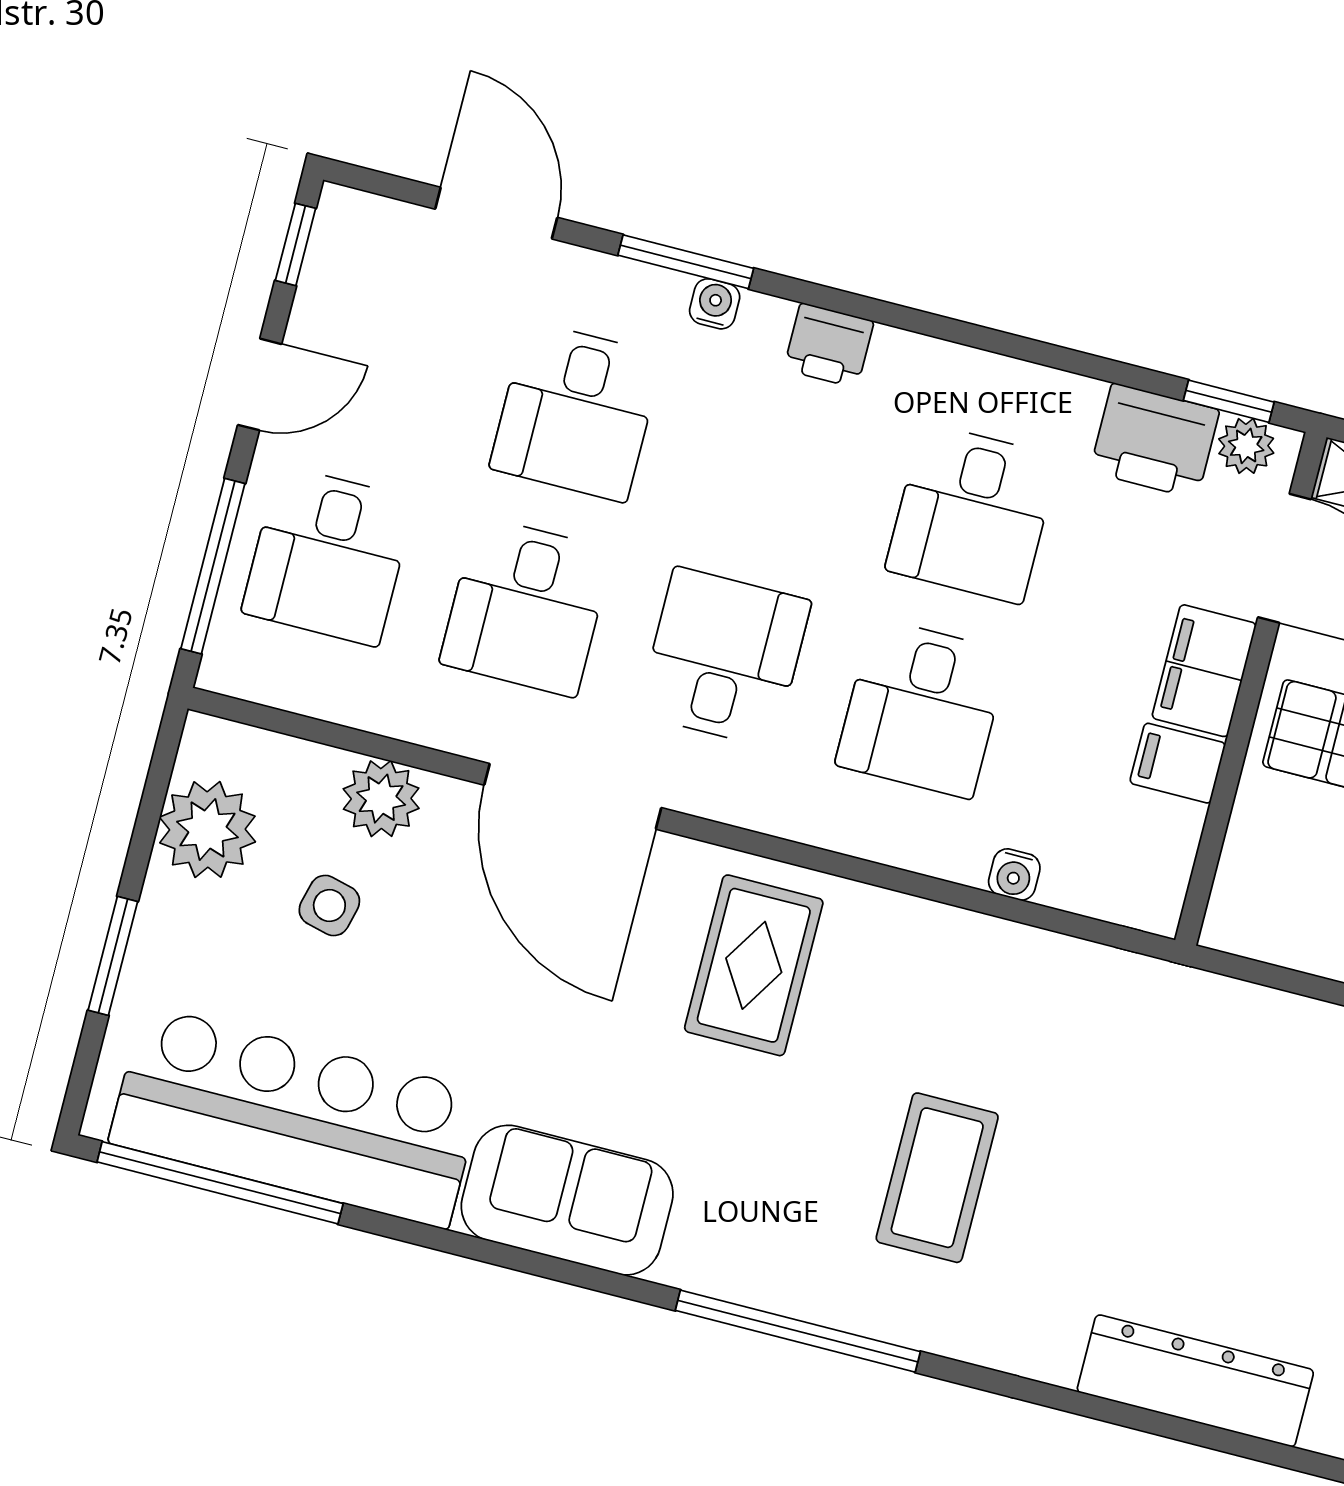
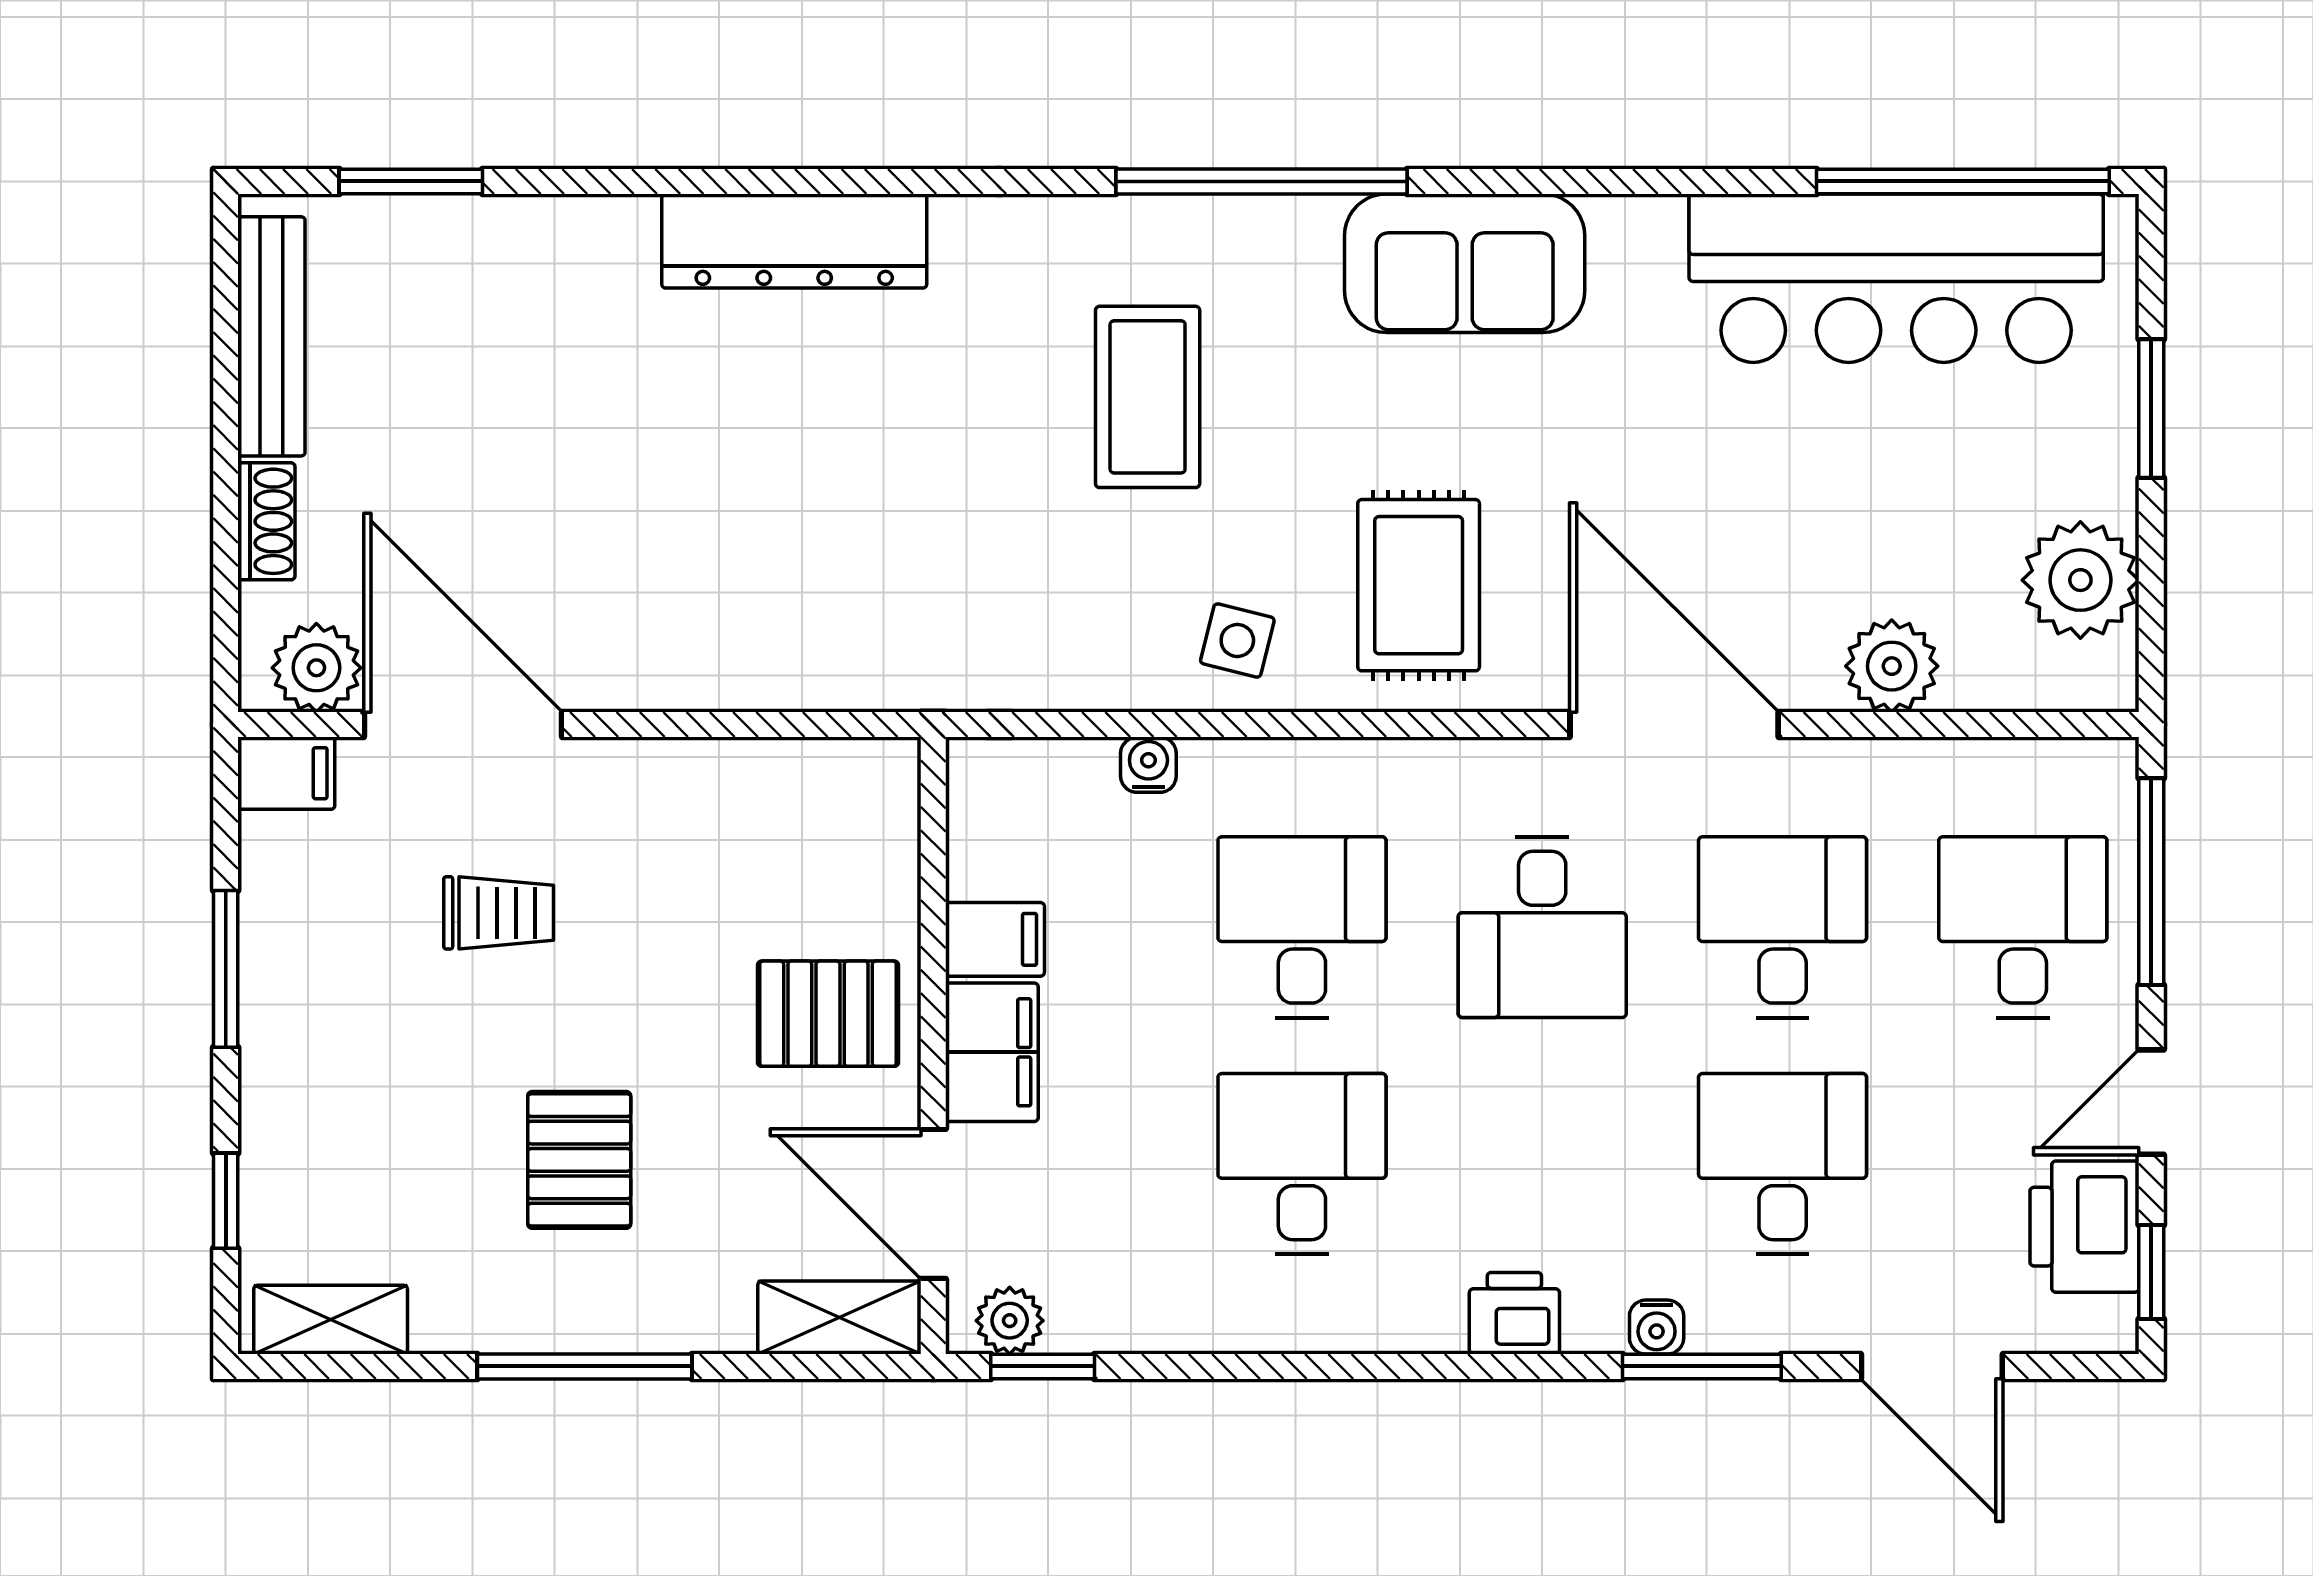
printer: (1155, 441) -> (2084, 1227), moved, turned -90
side table: (329, 906) -> (1237, 640), moved
sofa: (567, 1200) -> (1465, 263), moved

